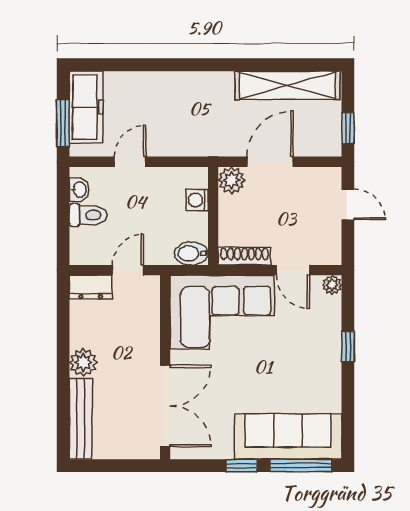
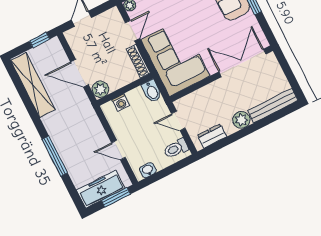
window: (168, 65) -> (55, 156), added
toilet: (88, 215) -> (176, 148), moved, turned -90
dresser: (91, 287) -> (212, 136), moved, turned -90

